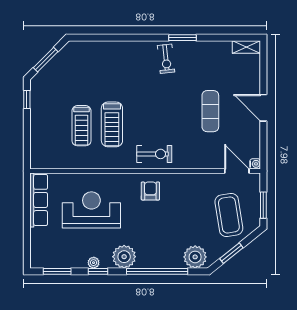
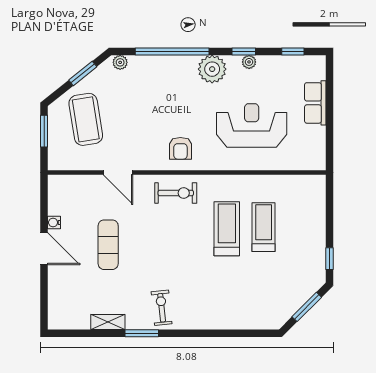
shelving: (246, 47) -> (108, 322), moved
exercise bike: (154, 154) -> (176, 193), turned 180
water cooler: (255, 164) -> (54, 223), moved
door: (237, 171) -> (118, 172), moved
row of seats: (39, 200) -> (315, 103), moved, width x0.68
reception desk: (91, 210) -> (252, 126), turned 180
plant: (195, 257) -> (120, 62), width x0.53, depth x0.53
window: (57, 271) -> (293, 51), width x0.67

